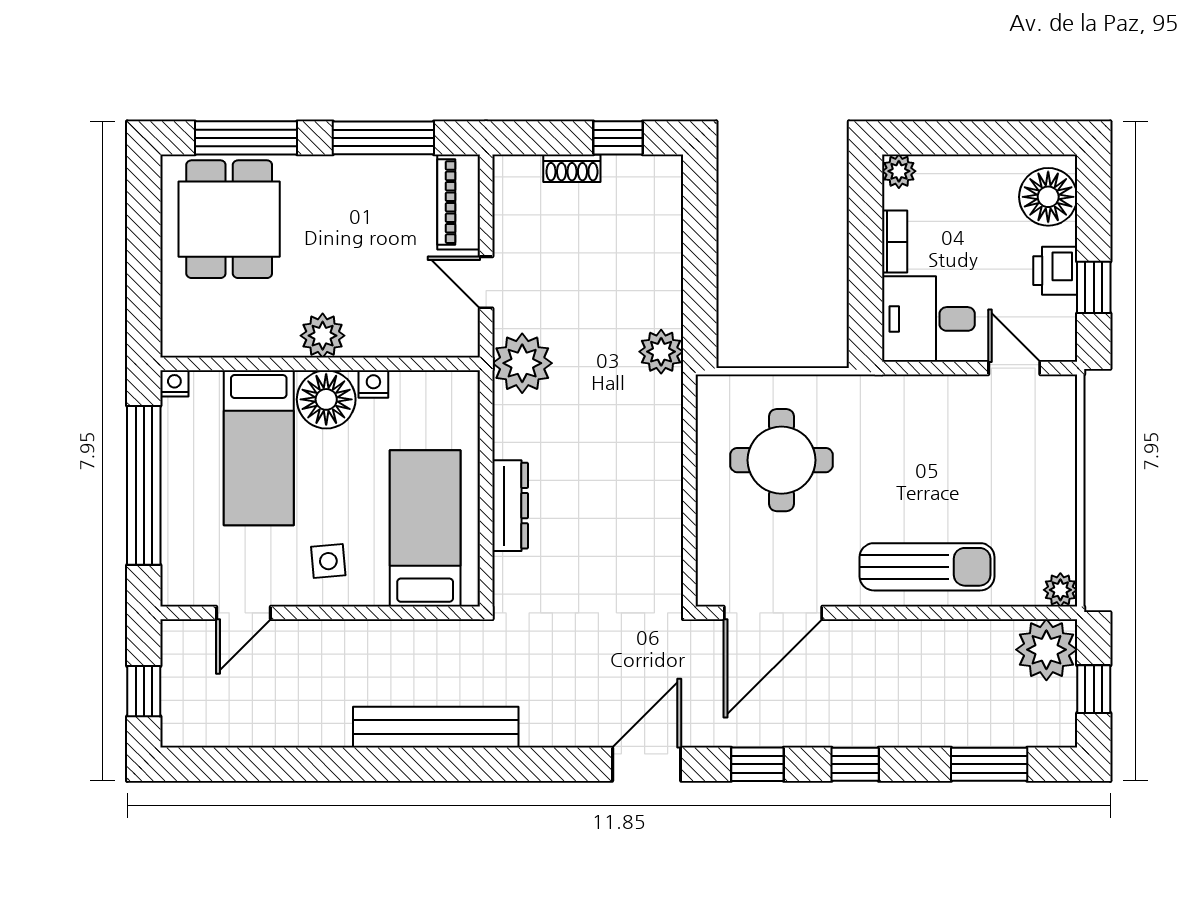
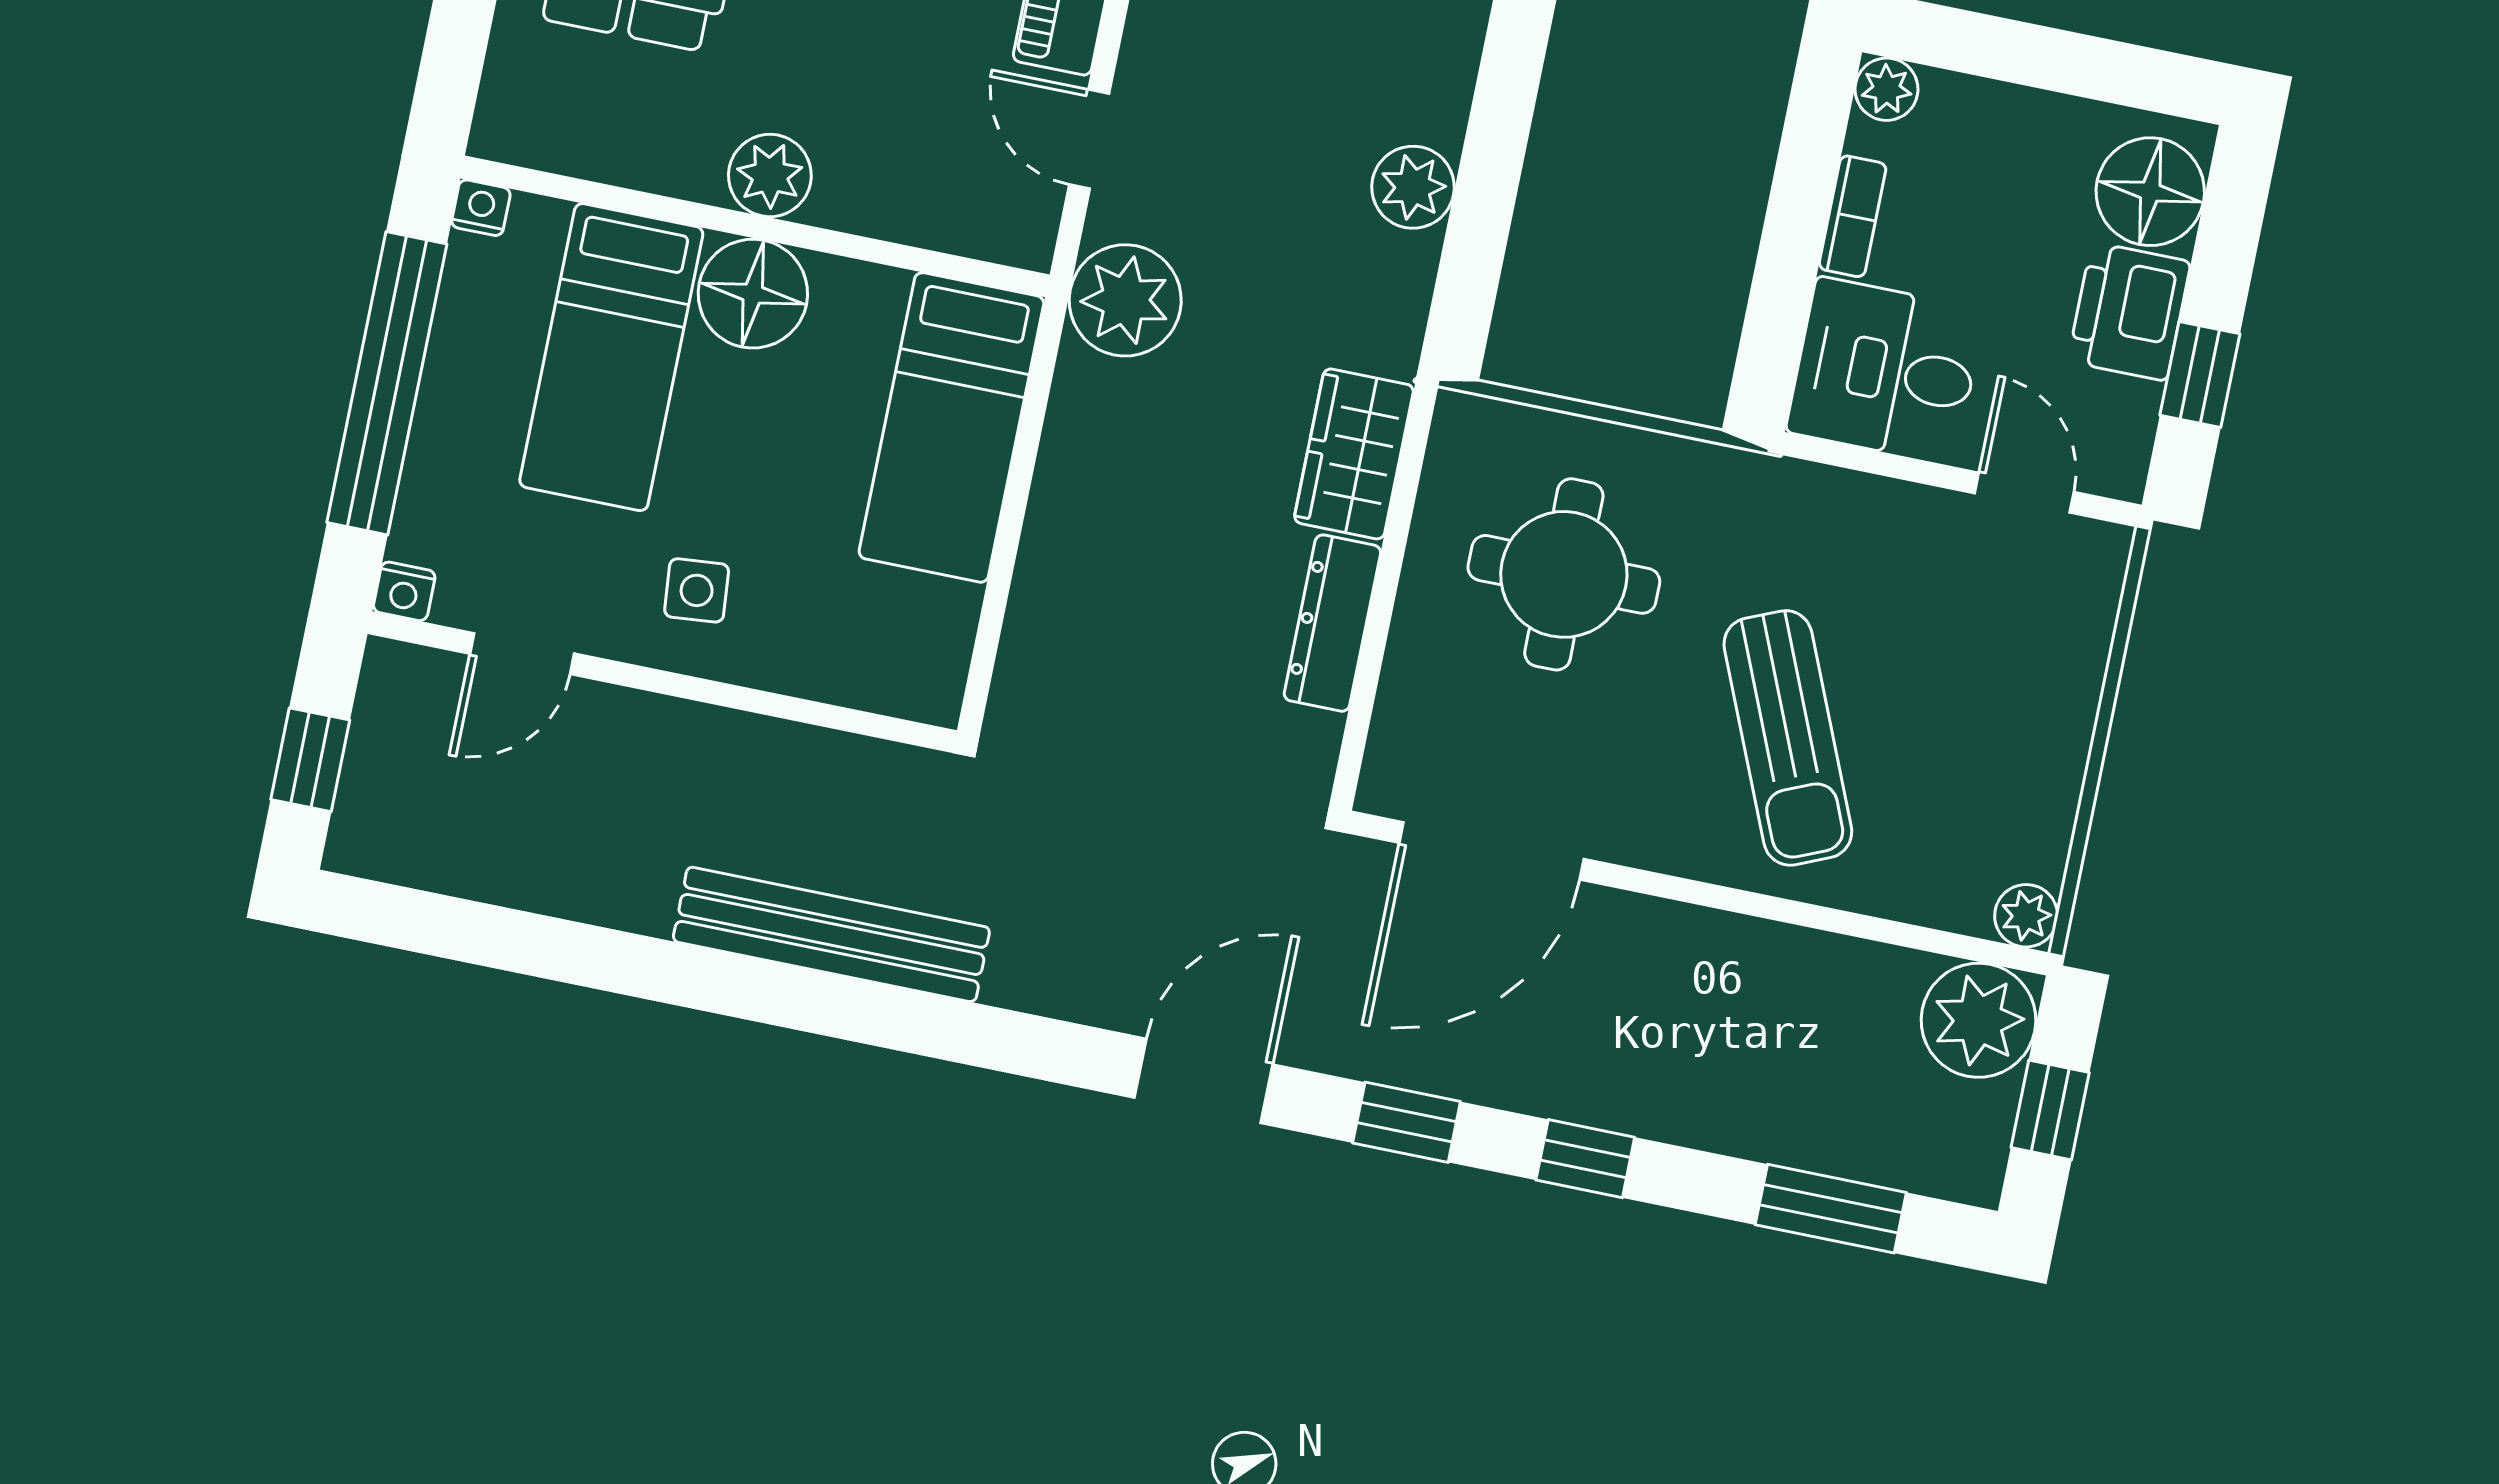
printer: (1055, 271) -> (2129, 312), width x1.36, depth x1.24
plant: (661, 352) -> (1413, 187), moved
nightstand: (373, 384) -> (404, 591), moved, turned 180
wardrobe: (659, 419) -> (1354, 454), added
dresser: (510, 506) -> (1332, 623), moved, turned 180
bed: (425, 528) -> (951, 427), moved, turned 180
sun lounger: (927, 567) -> (1788, 738), moved, turned 67

